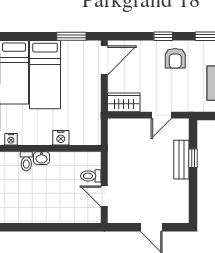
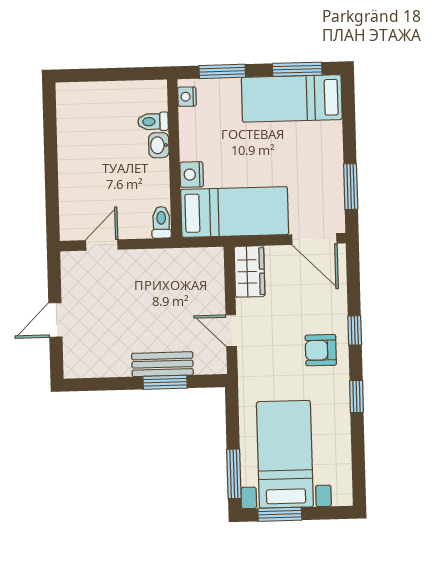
bed: (45, 75) -> (235, 212), moved, turned 180
window: (193, 158) -> (165, 382), width x1.50
toilet: (91, 176) -> (161, 222), moved

